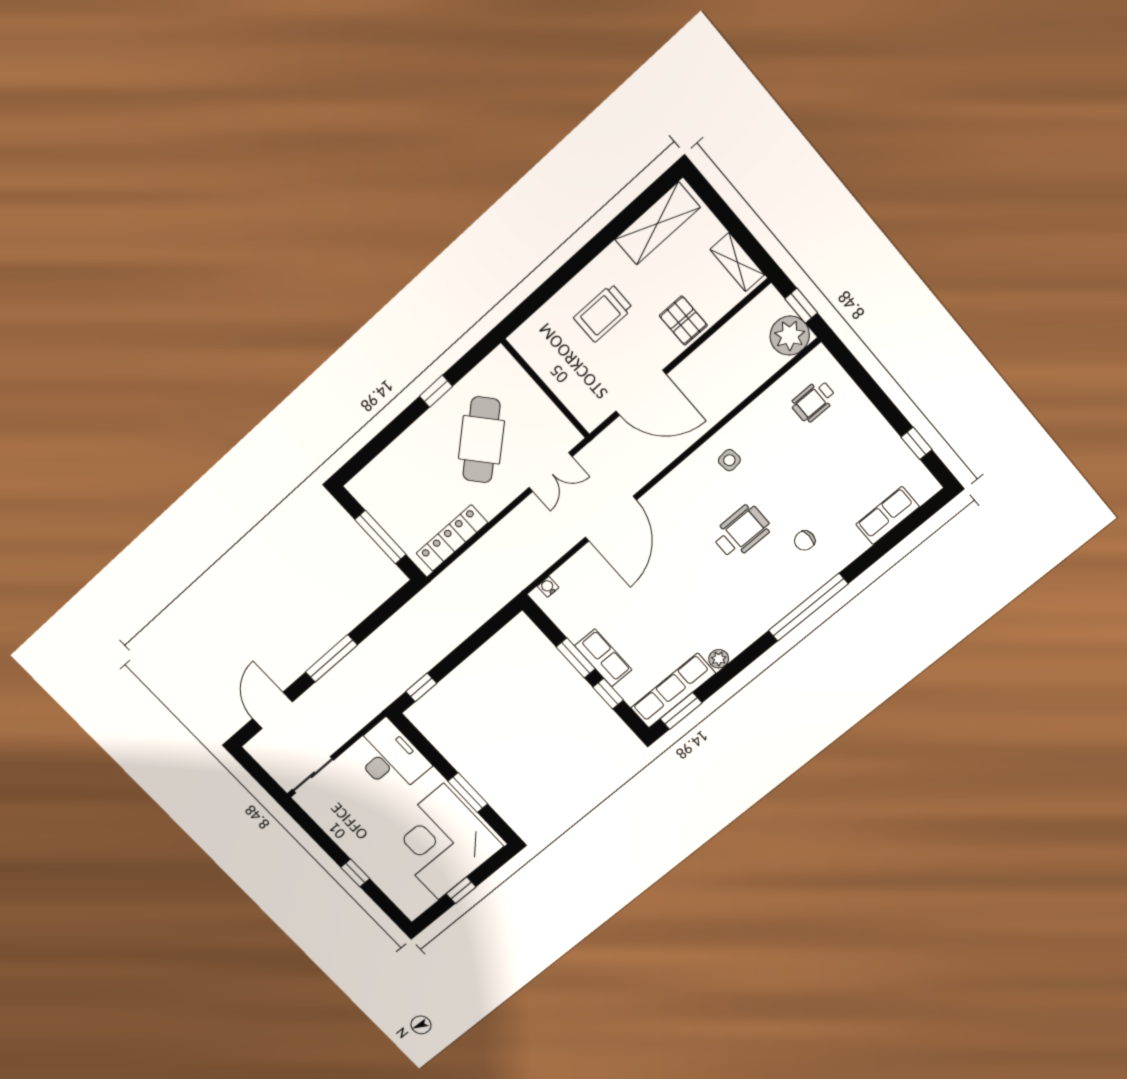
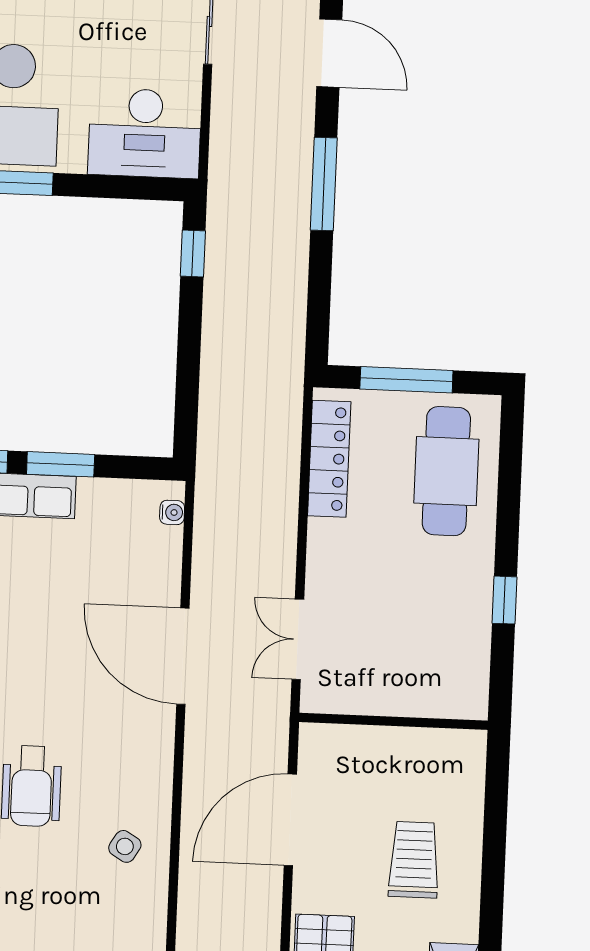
cafe table: (481, 440) -> (446, 471), moved, turned 41
side table: (729, 460) -> (125, 846), turned 37

